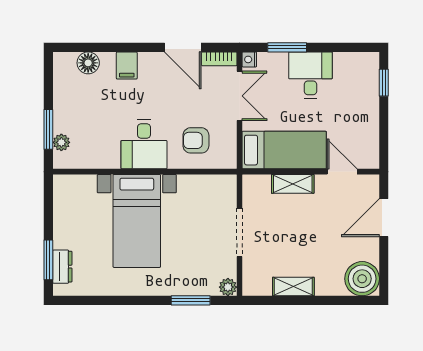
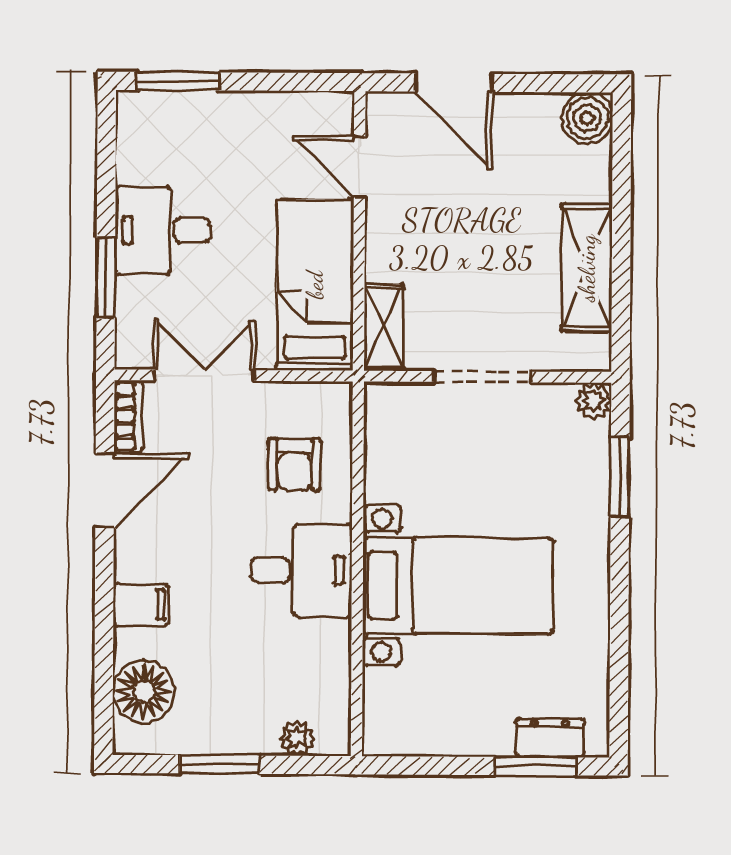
nightstand: (249, 59) -> (130, 355), removed
floor lamp: (88, 63) -> (144, 692), width x1.38, depth x1.38
window: (384, 83) -> (178, 81), width x1.50
window: (48, 129) -> (220, 765), moved
door: (342, 172) -> (359, 167), hinge flipped
shelving: (293, 184) -> (383, 328), moved
boiler: (362, 279) -> (587, 118), width x0.73, depth x0.73
shelving: (293, 287) -> (587, 268), width x1.50, depth x1.33

